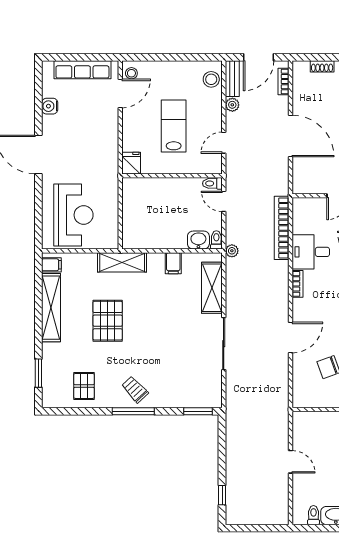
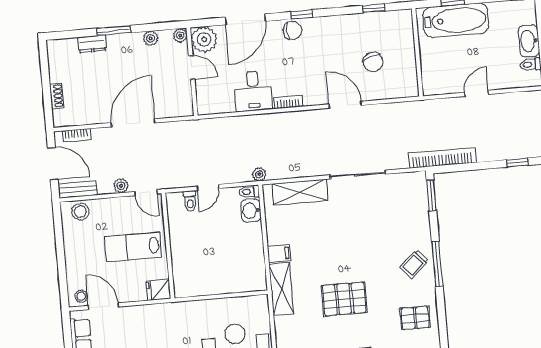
plant: (232, 105) -> (121, 186), moved
fridge: (131, 163) -> (158, 290), moved
wall: (172, 176) -> (168, 246), moved
bookcase: (282, 228) -> (442, 158), moved, turned 180
filing cabinet: (173, 263) -> (279, 253), moved

